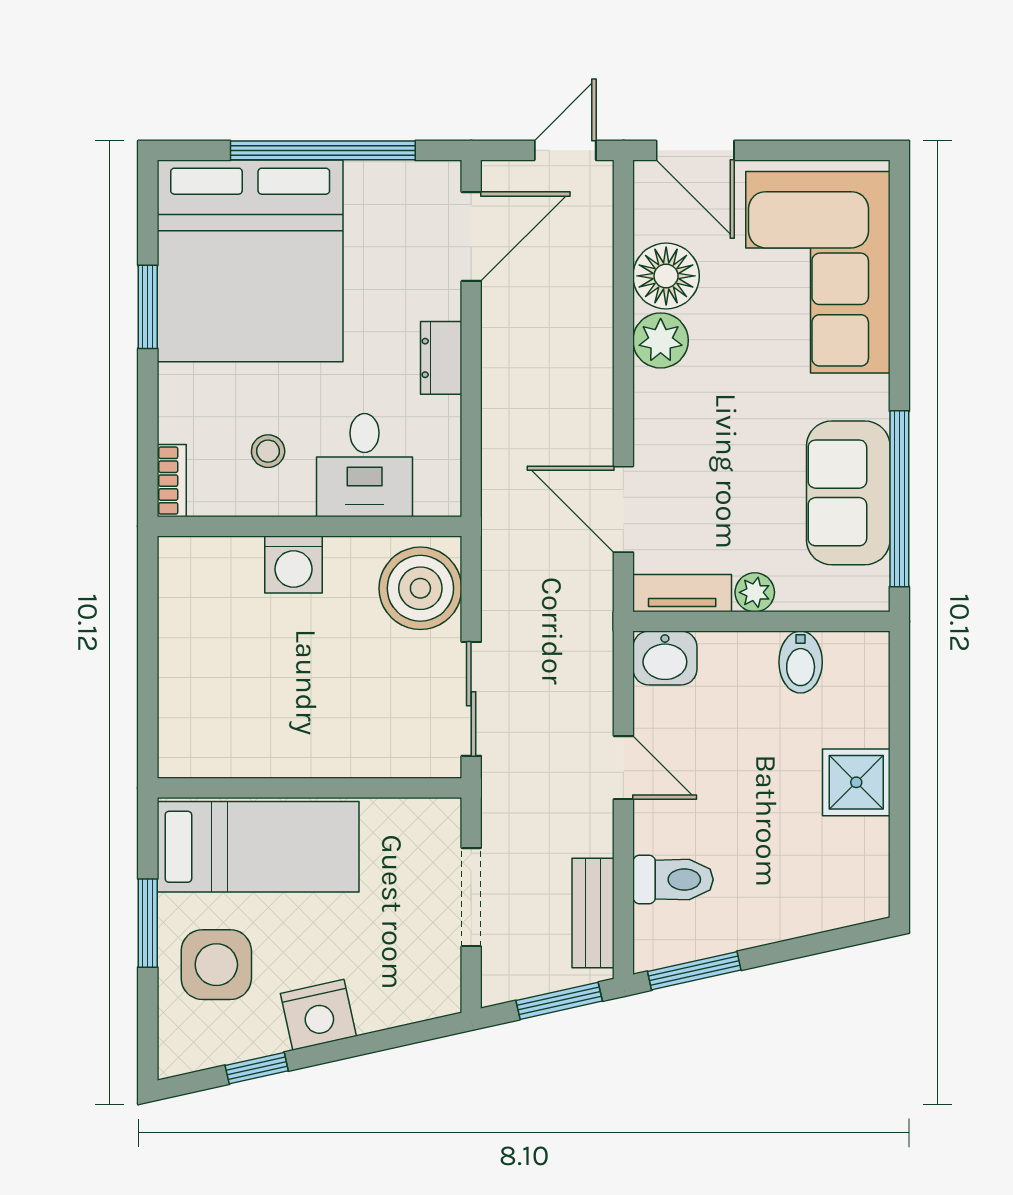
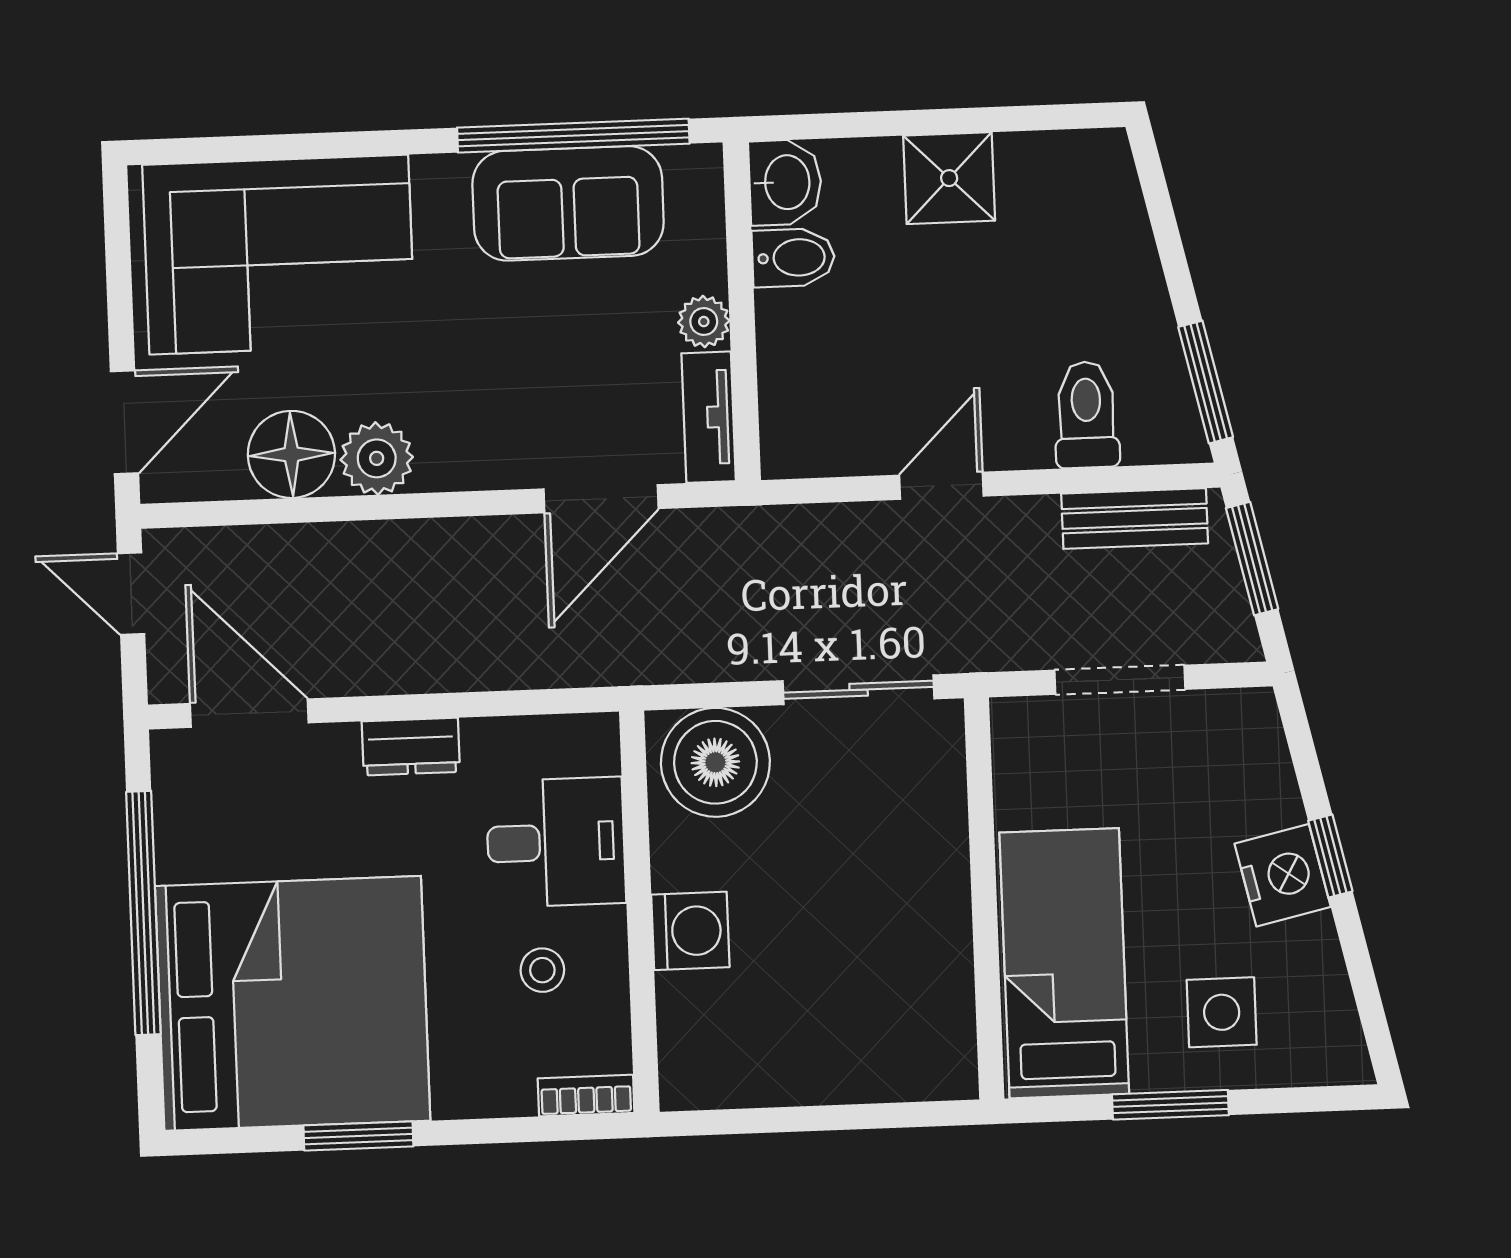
washbasin: (665, 658) -> (785, 182), moved
side table: (216, 965) -> (1222, 1012), width x0.73, depth x0.73
window: (257, 1068) -> (1330, 856), moved

